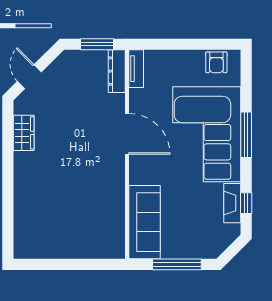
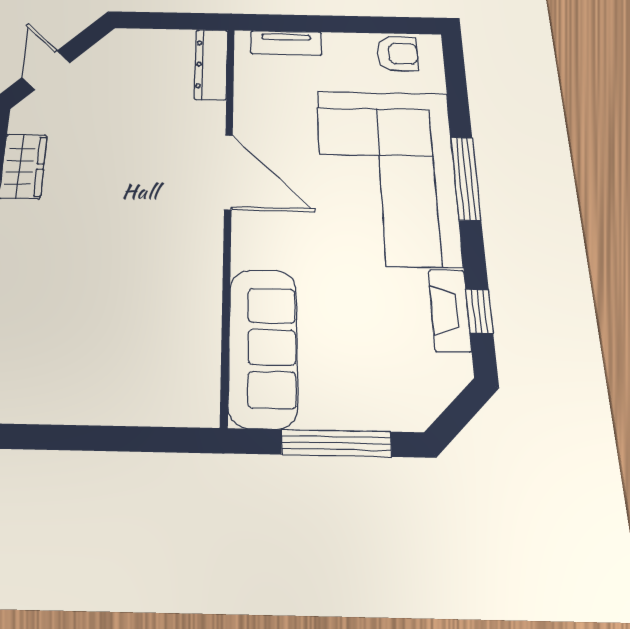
window: (97, 44) -> (176, 21), removed
armchair: (216, 62) -> (397, 54), turned -90
tv unit: (136, 69) -> (286, 43), moved, turned 90

